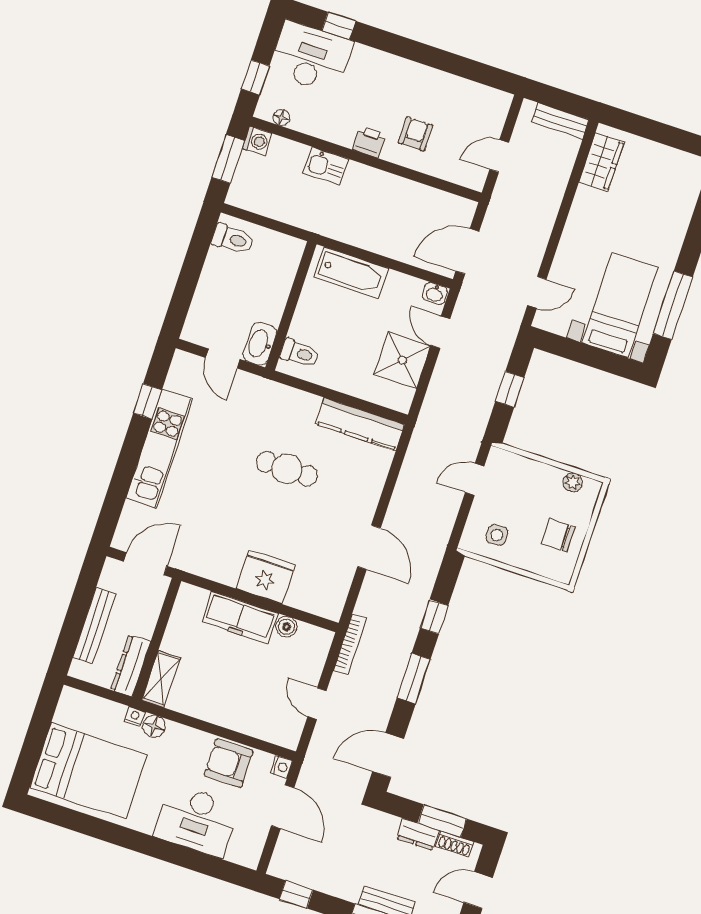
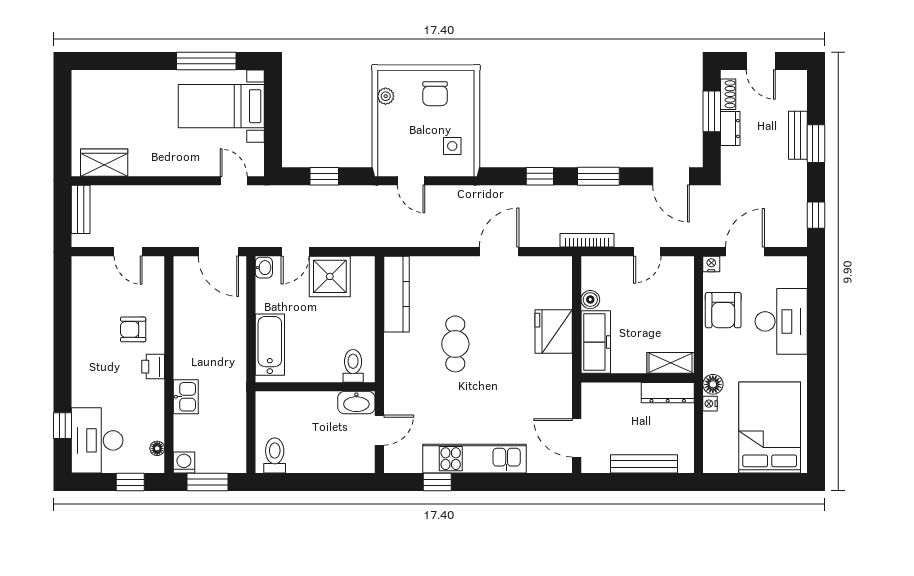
wall: (157, 639) -> (638, 378), moved
dresser: (131, 666) -> (668, 393), moved
shelving: (161, 679) -> (671, 363), moved

